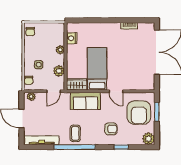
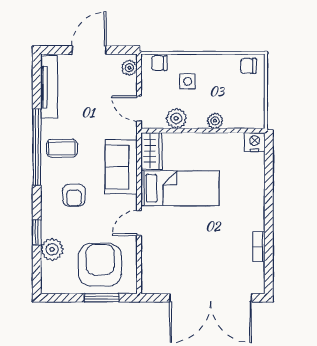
nightstand: (72, 38) -> (255, 142), moved
armchair: (139, 113) -> (100, 265), turned 90
armchair: (111, 129) -> (74, 195), moved
plant: (149, 139) -> (52, 249), moved

